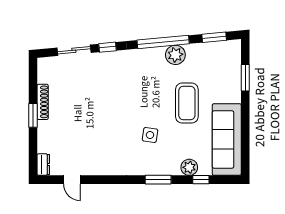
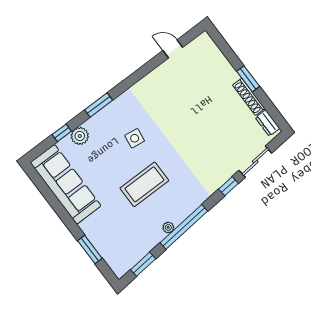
plant: (175, 55) -> (168, 227), width x0.53, depth x0.53
coffee table: (187, 103) -> (144, 184), moved, turned 90
dresser: (43, 165) -> (268, 123), moved

